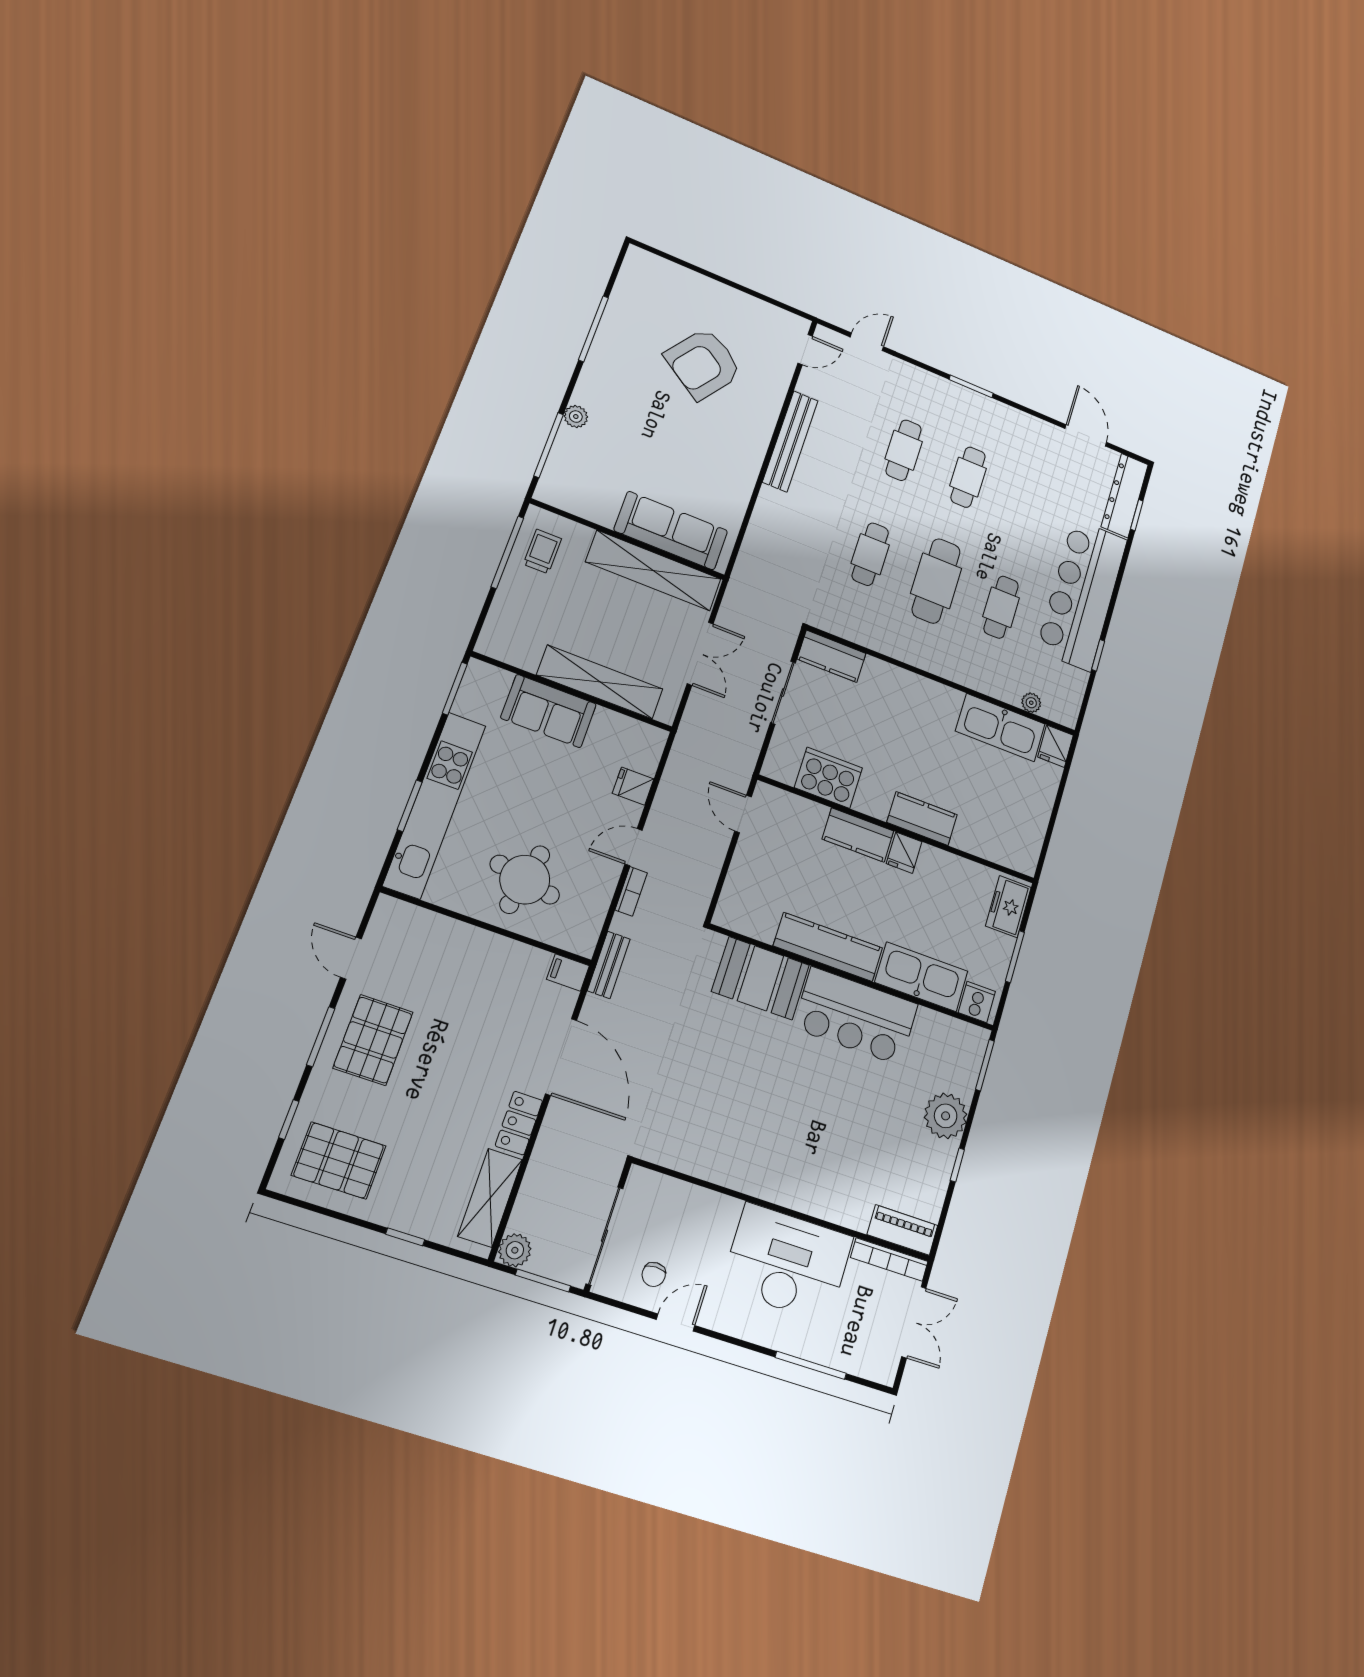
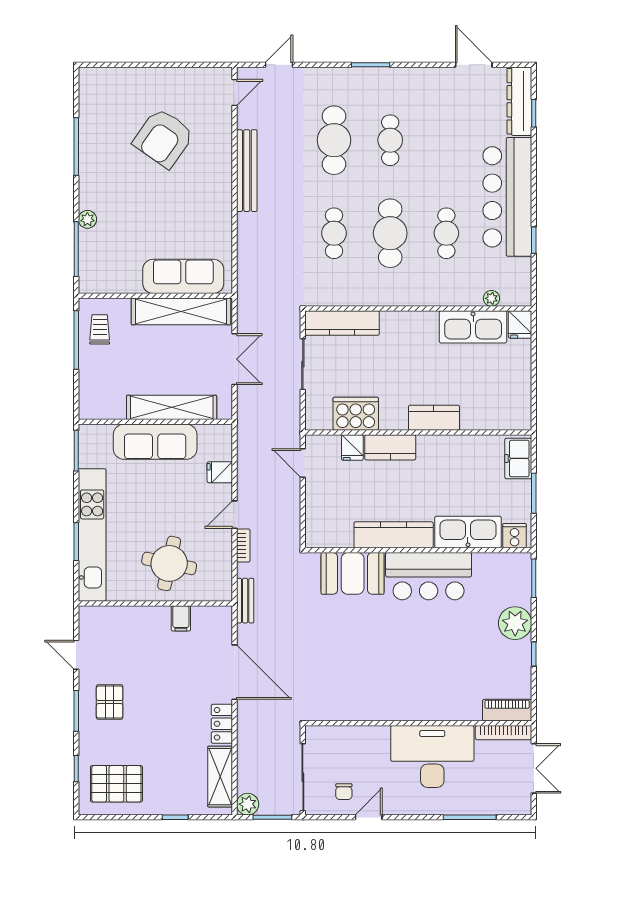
cafe table: (904, 450) -> (334, 140), width x1.37, depth x1.35
kitchen counter: (832, 656) -> (342, 323), width x1.50
sofa: (549, 711) -> (155, 442), width x1.36
fridge: (904, 853) -> (352, 448), moved
filing cabinet: (568, 973) -> (181, 618), moved, turned -90
pallet: (373, 1040) -> (110, 702), width x0.67, depth x0.71

